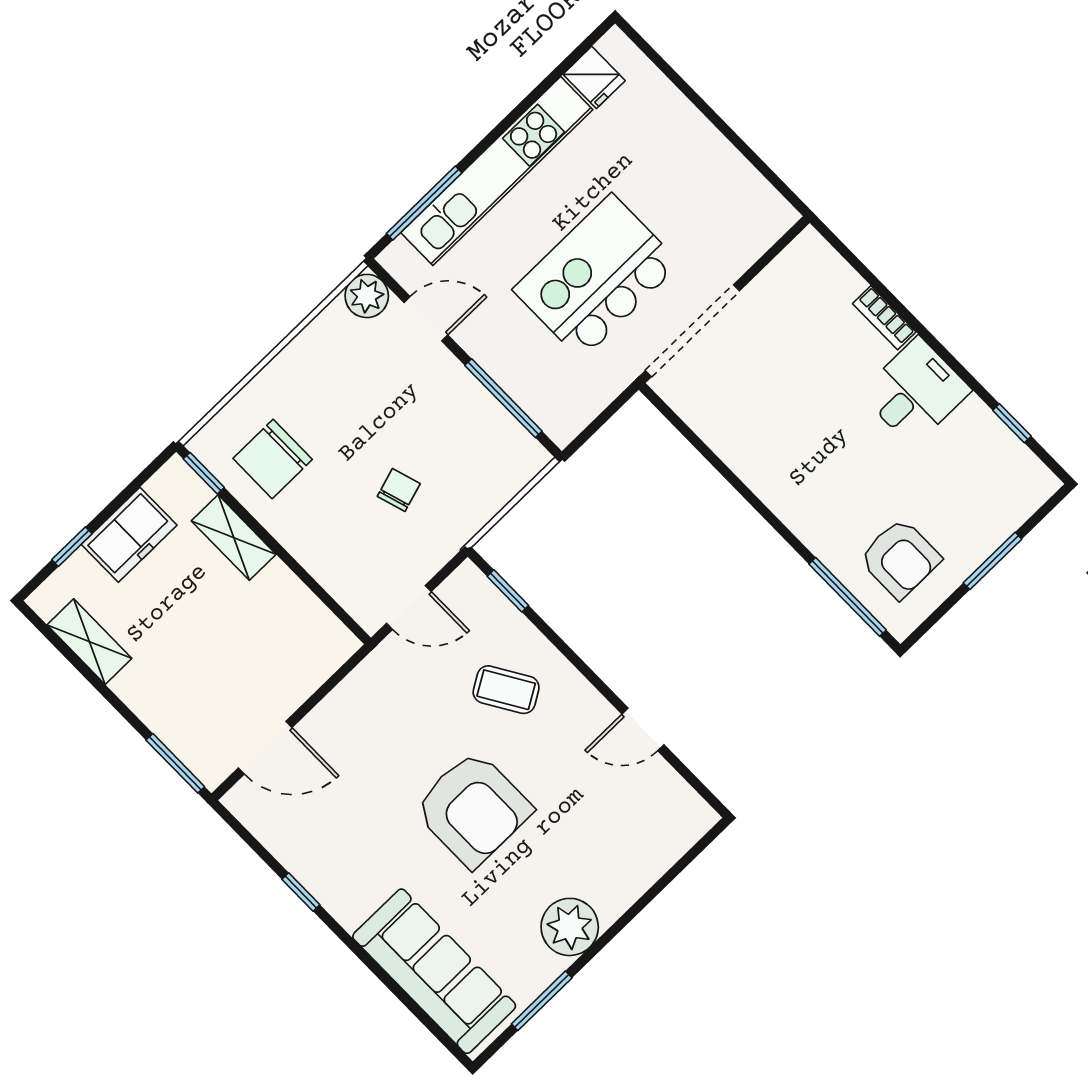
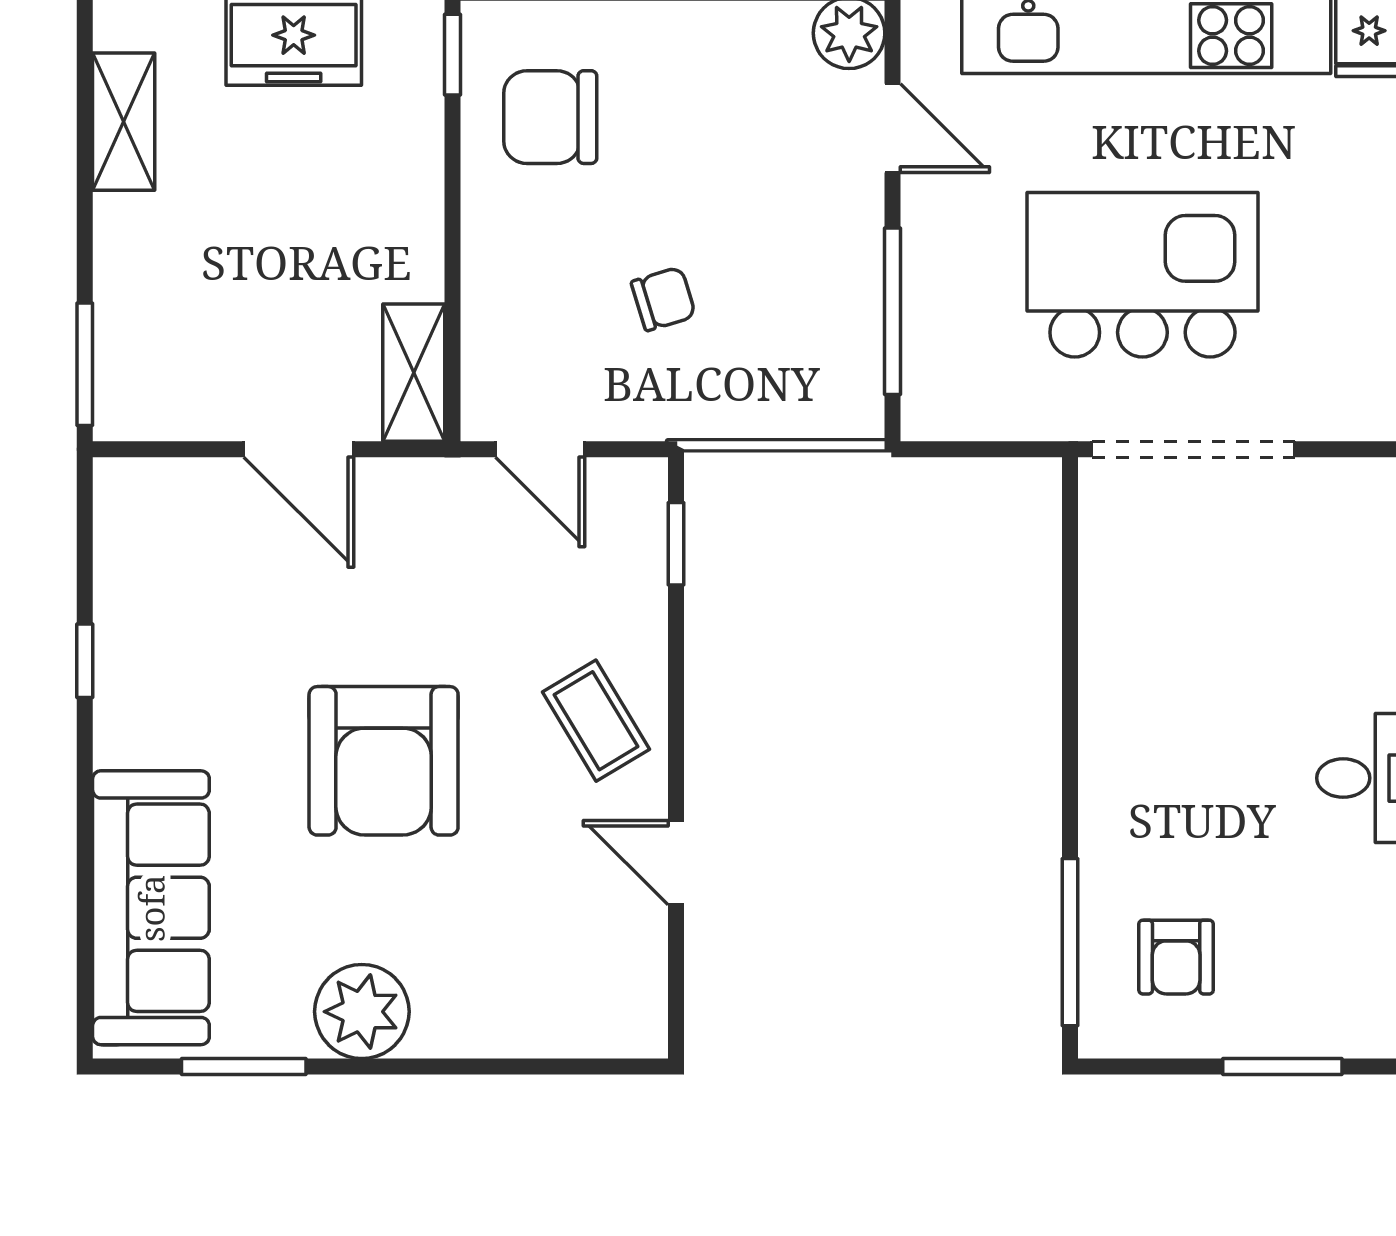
shelving: (234, 538) -> (414, 373), moved
armchair: (900, 558) -> (1176, 957), width x0.72, depth x0.72
coffee table: (506, 690) -> (596, 721), moved
door: (265, 748) -> (299, 449), moved

